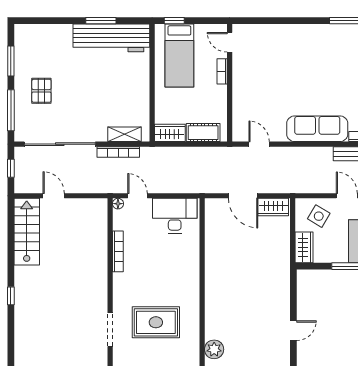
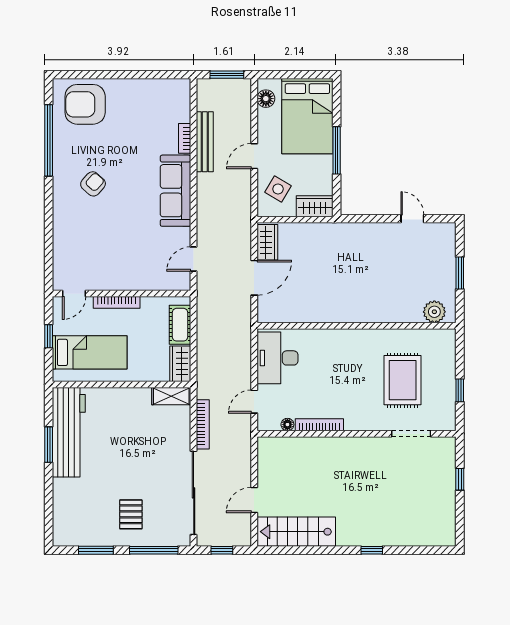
window: (174, 21) -> (49, 336), moved
armchair: (323, 58) -> (93, 184), added
bookcase: (222, 71) -> (117, 302), width x1.56
pallet: (41, 91) -> (131, 514), turned 90
shelving: (124, 134) -> (171, 396), moved, turned 90
floor lamp: (118, 204) -> (287, 425), moved

